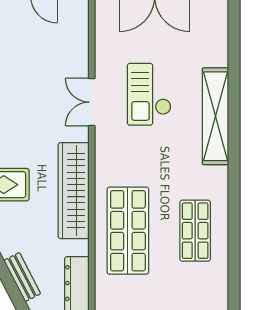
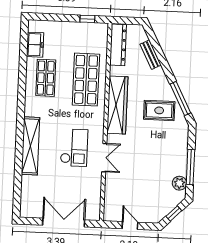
checkout: (149, 94) -> (74, 148), moved
freezer: (215, 285) -> (35, 45), added

